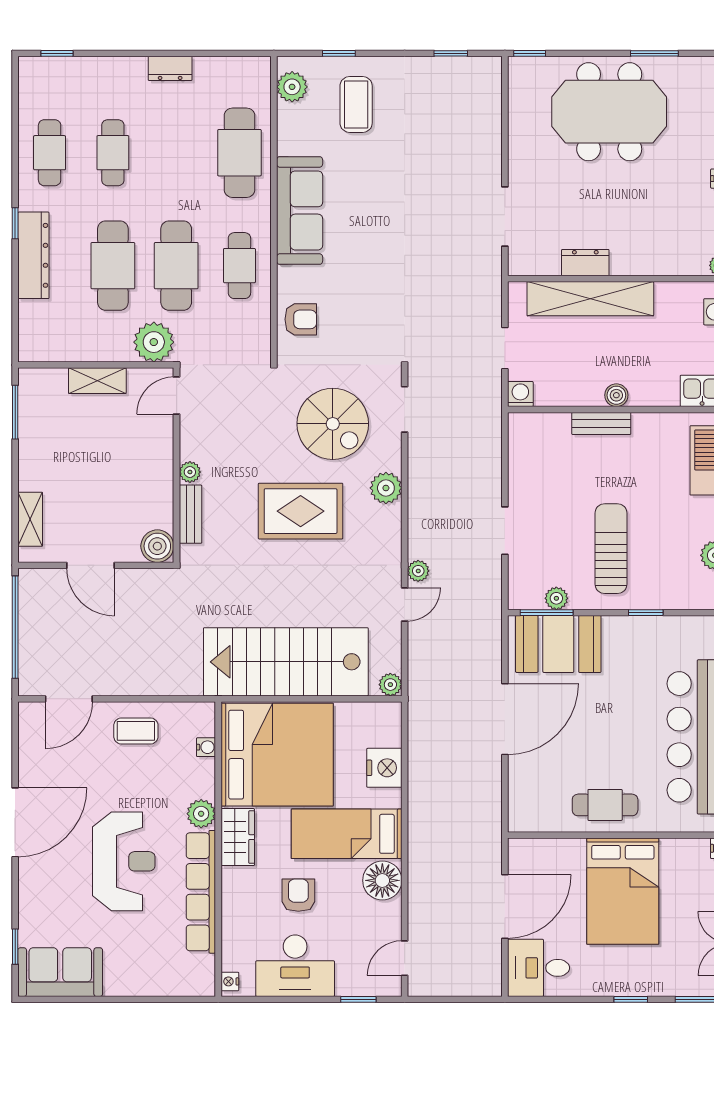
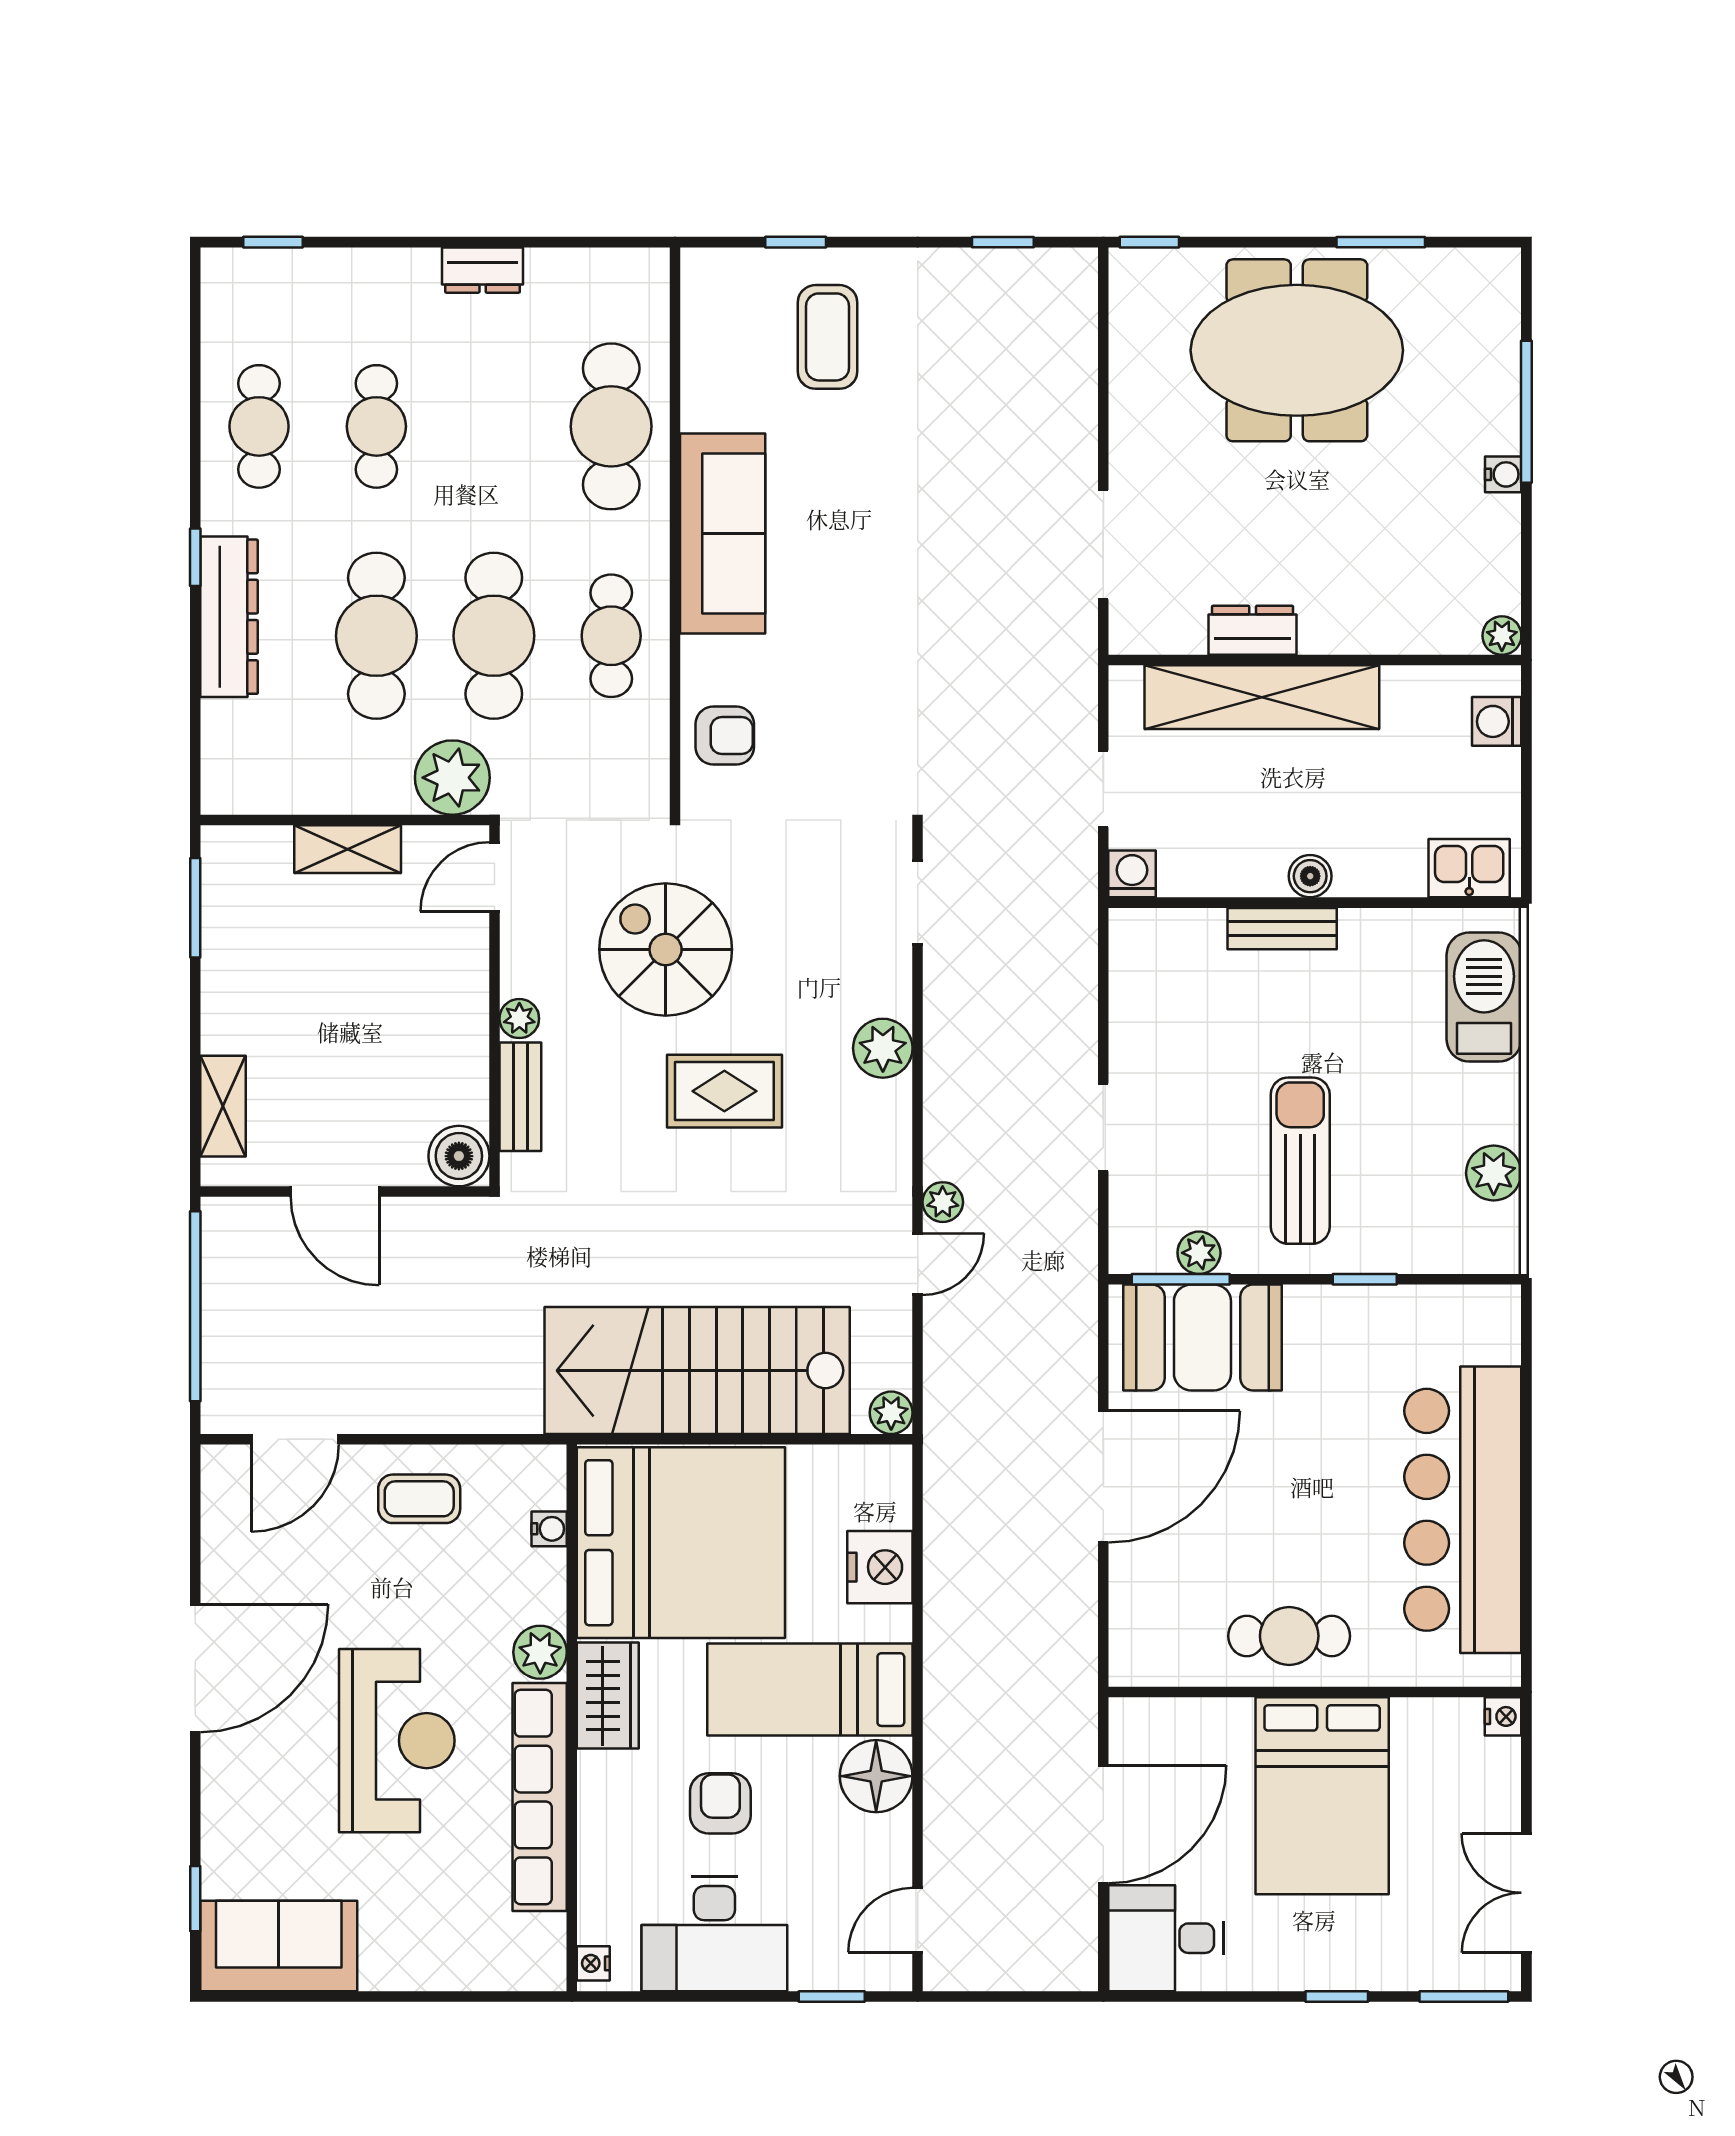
plant: (292, 87) -> (709, 304), removed
spiral stairs: (333, 424) -> (666, 949), moved, turned 180
rug: (301, 511) -> (724, 1091), width x0.73, depth x0.70

